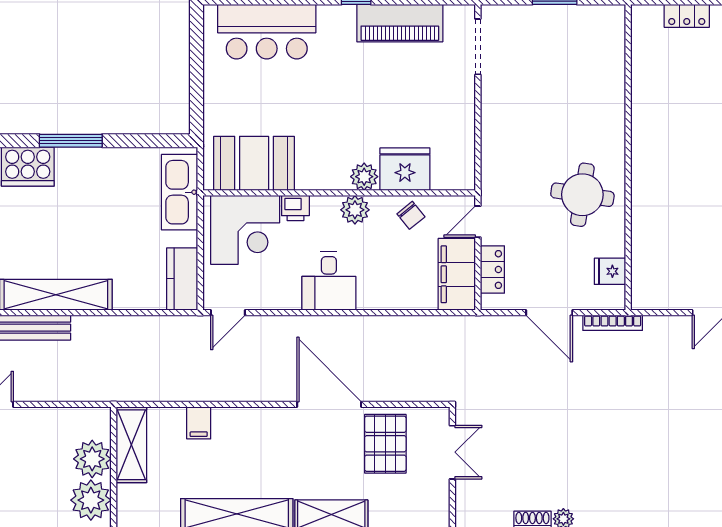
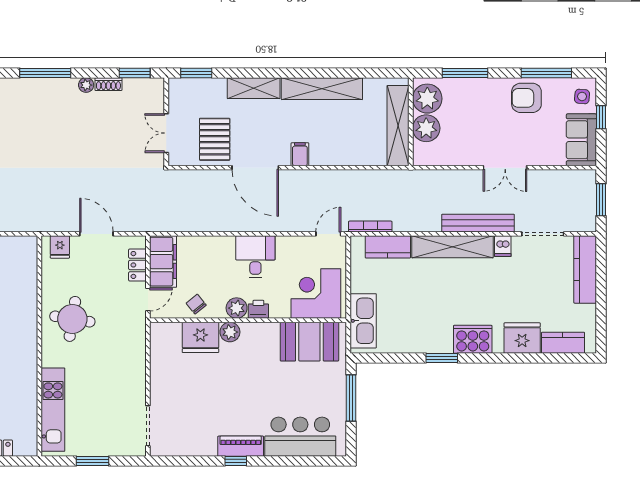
piano: (400, 23) -> (241, 446), moved, width x0.73, depth x0.75
kitchen unit: (609, 69) -> (53, 410), added
window: (196, 85) -> (351, 398), added
window: (71, 141) -> (442, 358), width x0.69
printer: (295, 208) -> (258, 309), moved
fridge: (610, 271) -> (60, 247), moved, turned 90
kitchen counter: (182, 279) -> (388, 247), moved, turned 90
bookcase: (613, 323) -> (370, 227), moved
filing cabinet: (199, 423) -> (300, 154), moved
shelving: (131, 445) -> (398, 126), width x1.47

